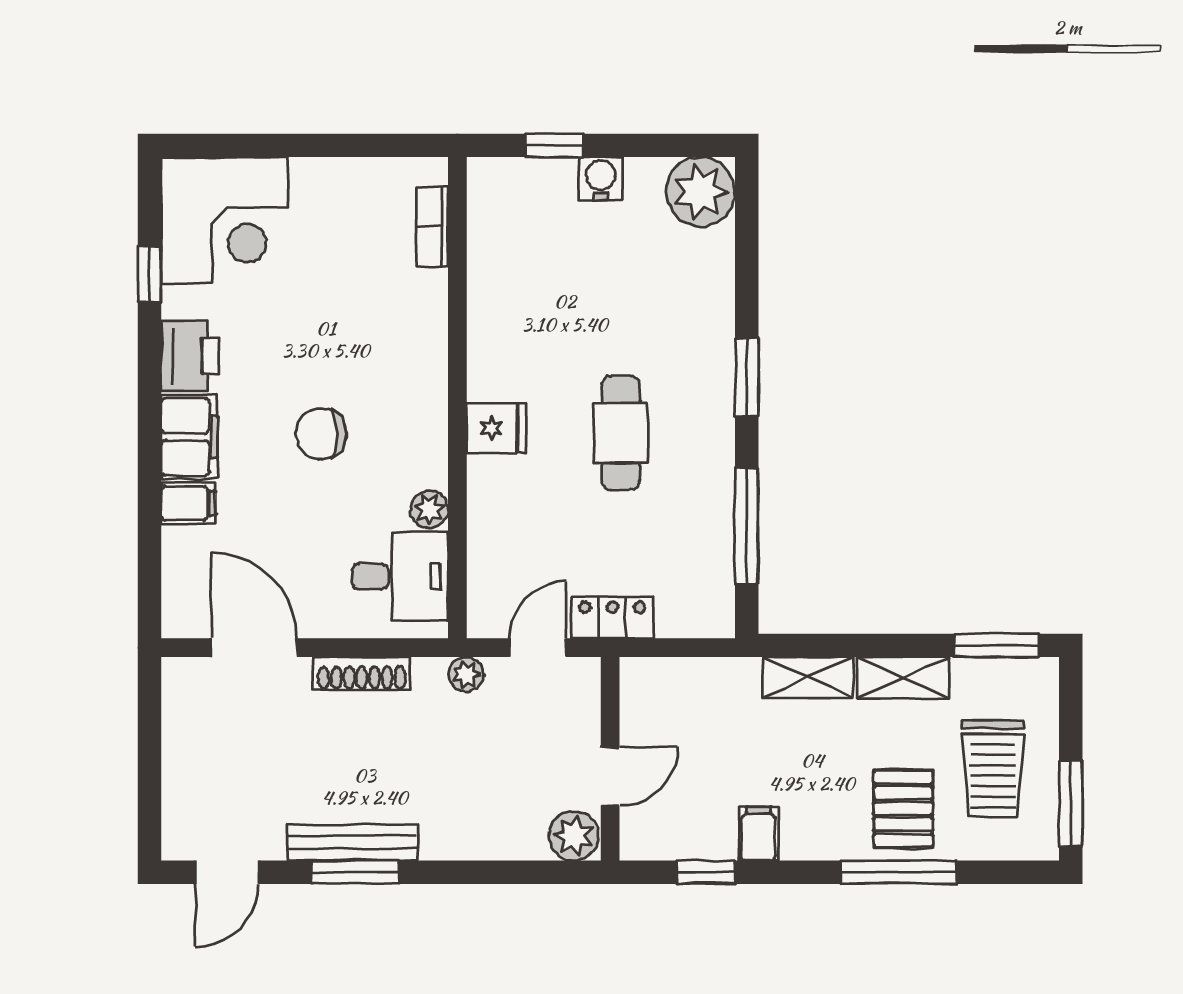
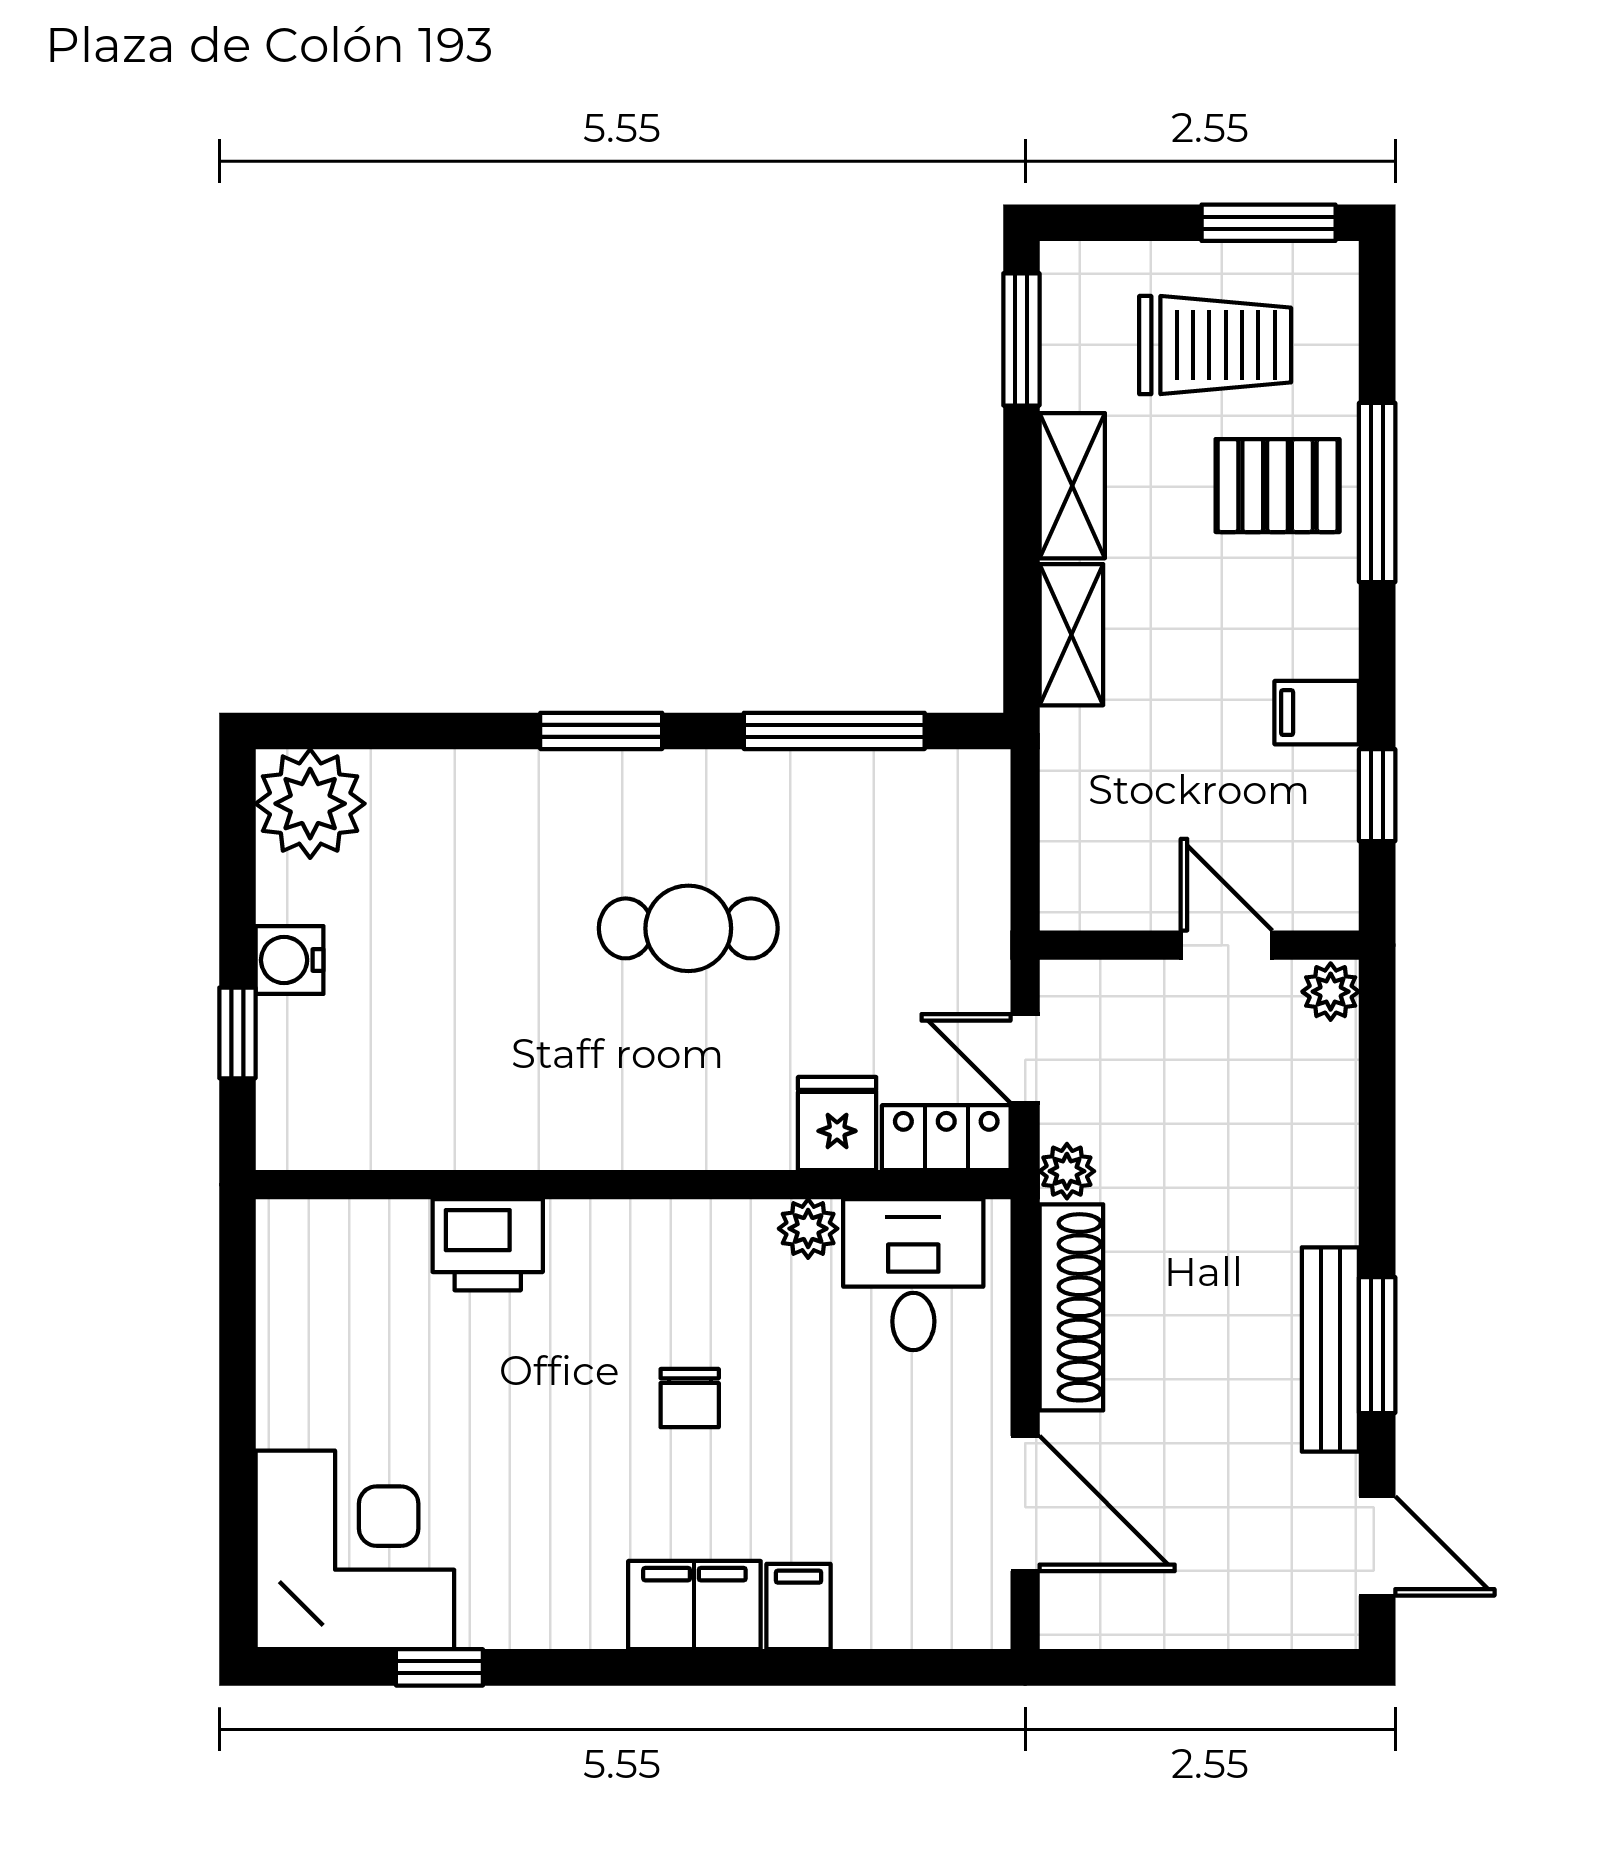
bookcase: (432, 227) -> (365, 1224), removed
printer: (190, 356) -> (488, 1245), moved, turned 180
fridge: (496, 428) -> (837, 1123), moved
chair: (321, 434) -> (690, 1398), width x0.73, depth x0.73
locker: (612, 618) -> (946, 1138), moved, turned 90
door: (254, 648) -> (1025, 1504), swing flipped
shoe rack: (362, 673) -> (1071, 1307), width x1.36, depth x1.24
plant: (574, 836) -> (1331, 992), width x0.73, depth x0.73

